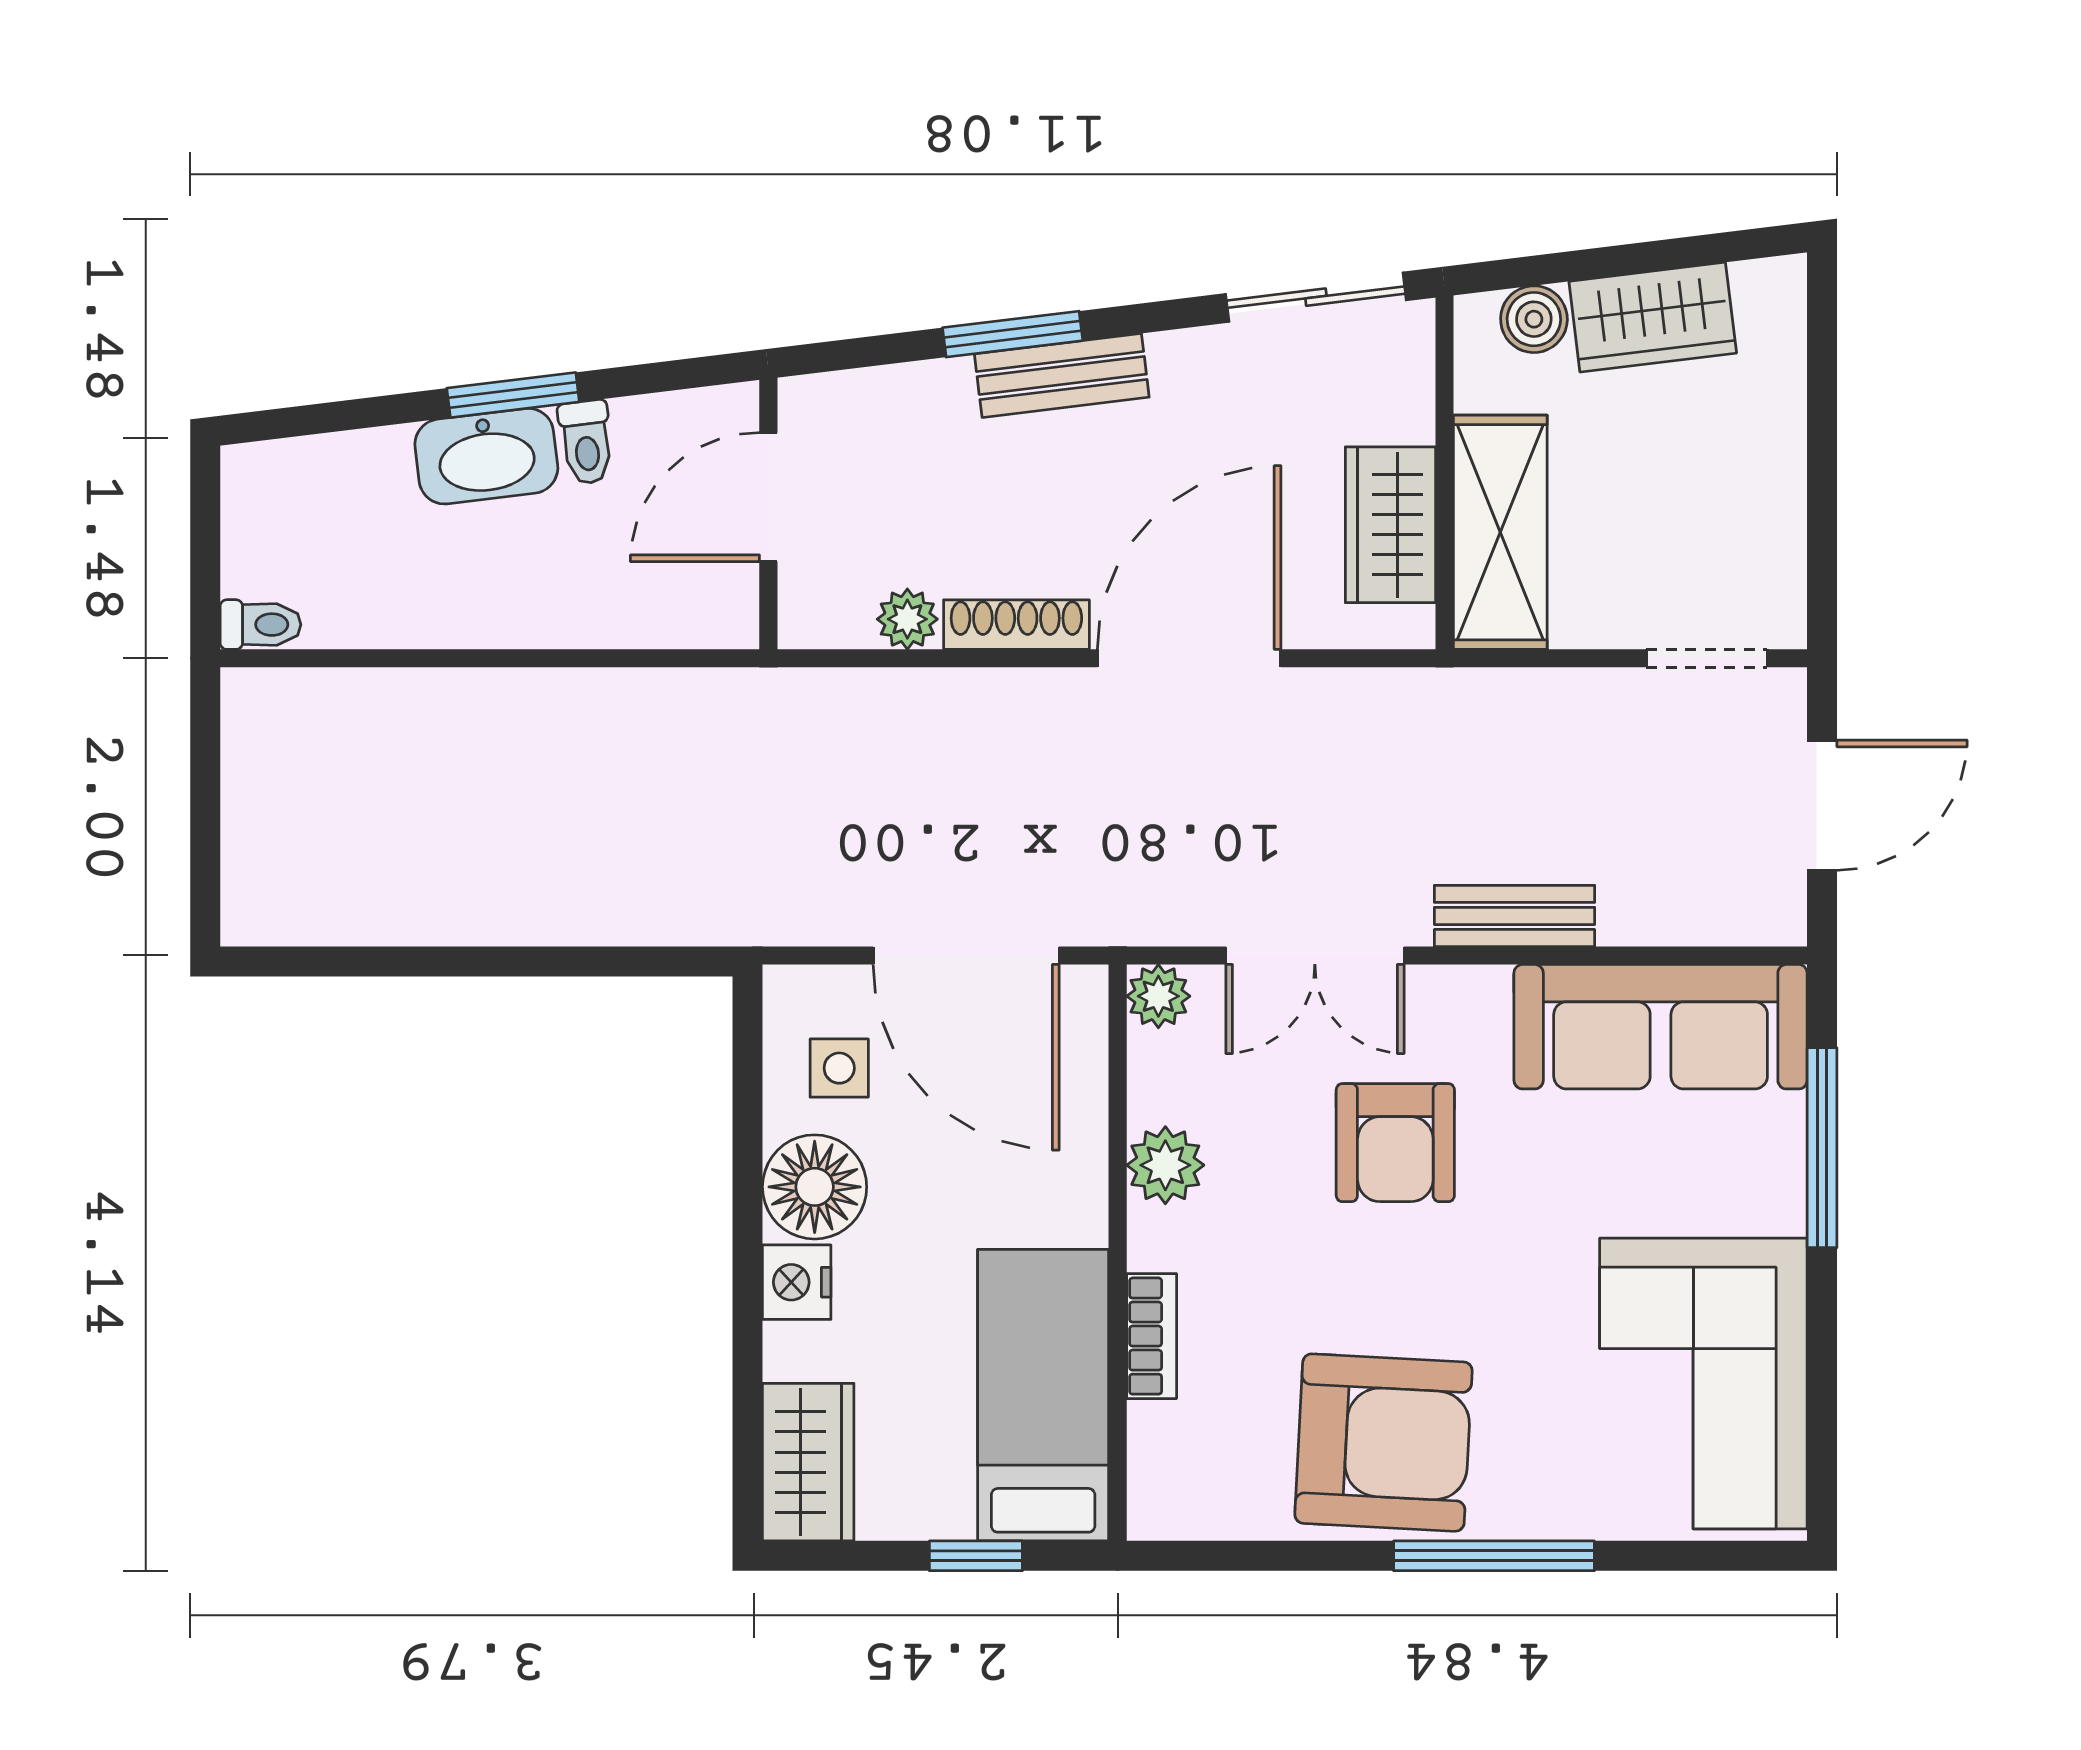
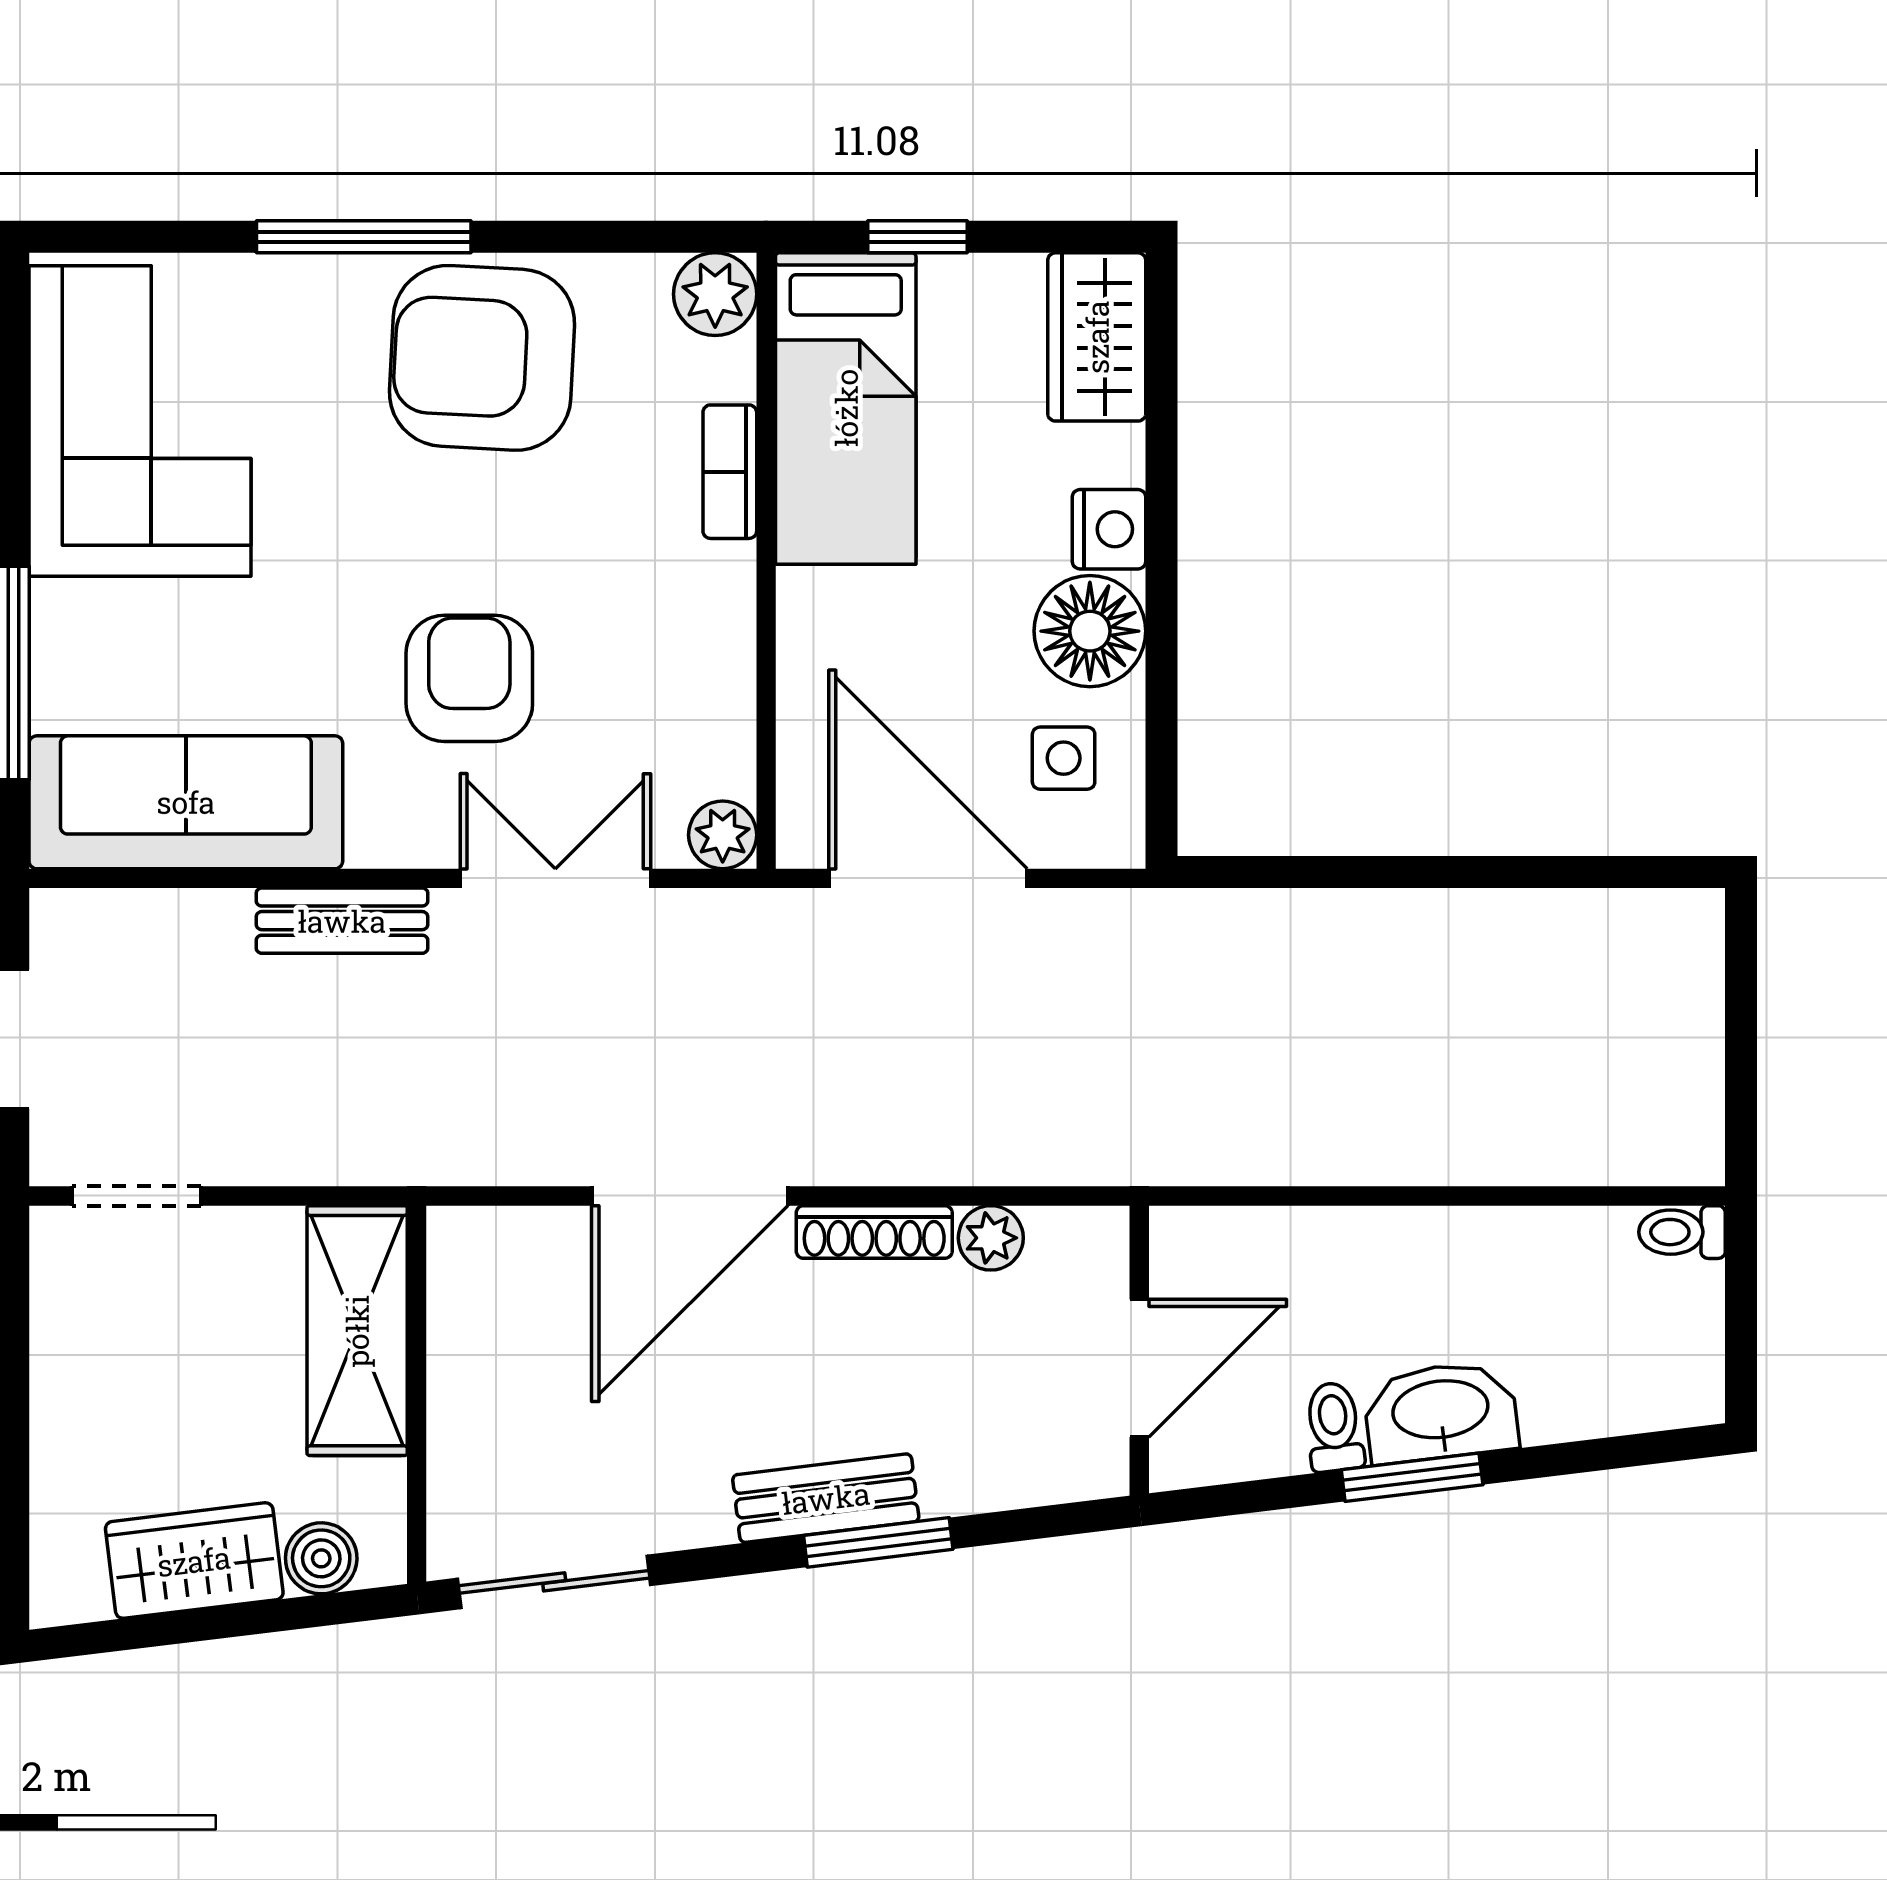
wardrobe: (1390, 525) -> (475, 1339), removed
plant: (1165, 1165) -> (715, 294), moved

